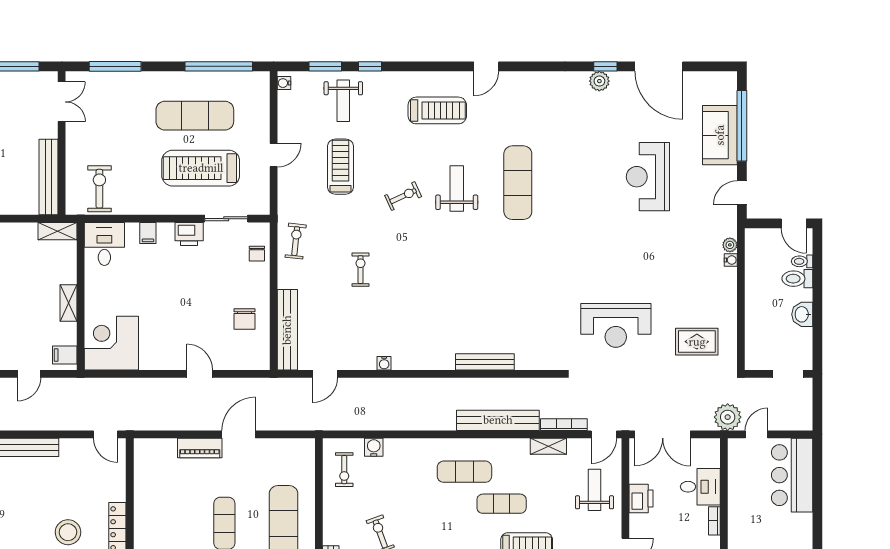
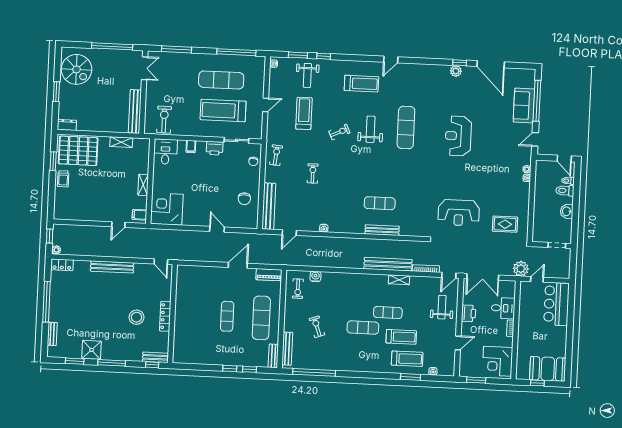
reception desk: (648, 177) -> (458, 136), moved
shelving: (57, 231) -> (121, 142), moved
exercise mat: (479, 316) -> (380, 203), added
shelving: (548, 446) -> (399, 280), moved
piano: (200, 448) -> (269, 275), moved
exercise mat: (464, 472) -> (363, 327), moved

